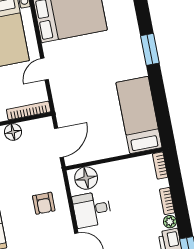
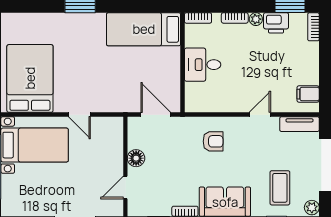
bookcase: (29, 111) -> (118, 139), removed
floor lamp: (86, 178) -> (196, 94), removed
desk: (92, 209) -> (203, 65), moved, turned 90

